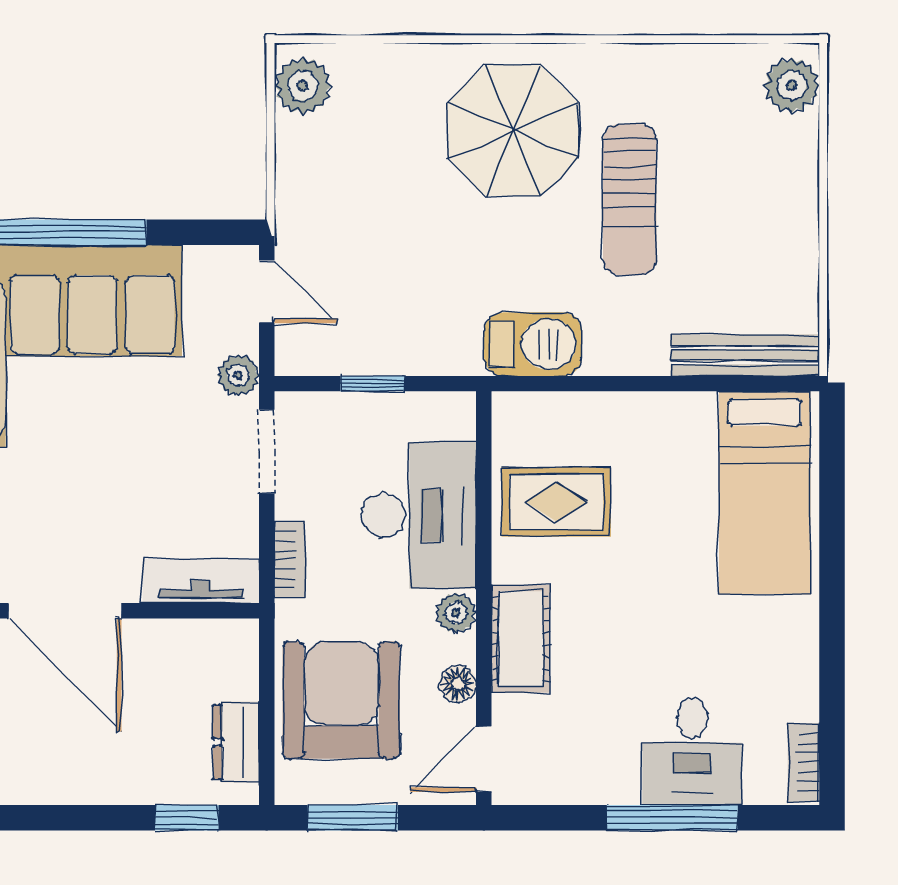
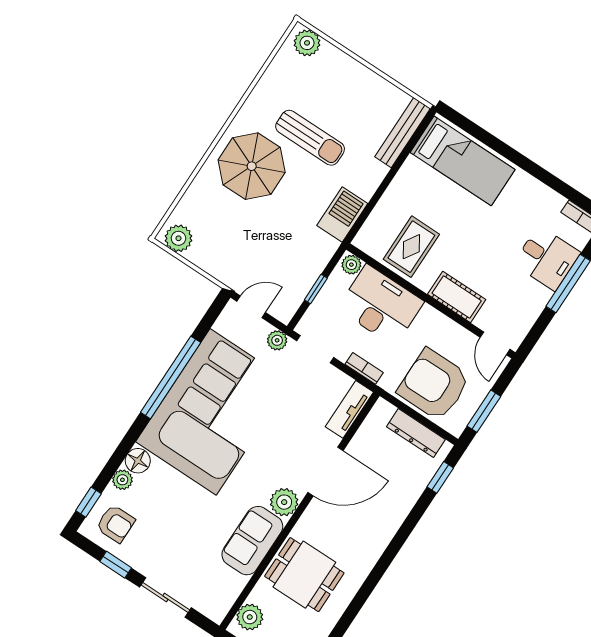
plant: (456, 613) -> (351, 265), moved
floor lamp: (458, 684) -> (458, 334), removed
dresser: (236, 742) -> (416, 433), width x1.44

